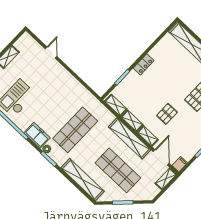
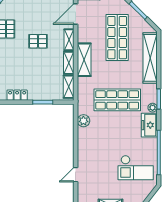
plant: (83, 93) -> (83, 121), added
shelving: (130, 138) -> (84, 60), width x0.68

